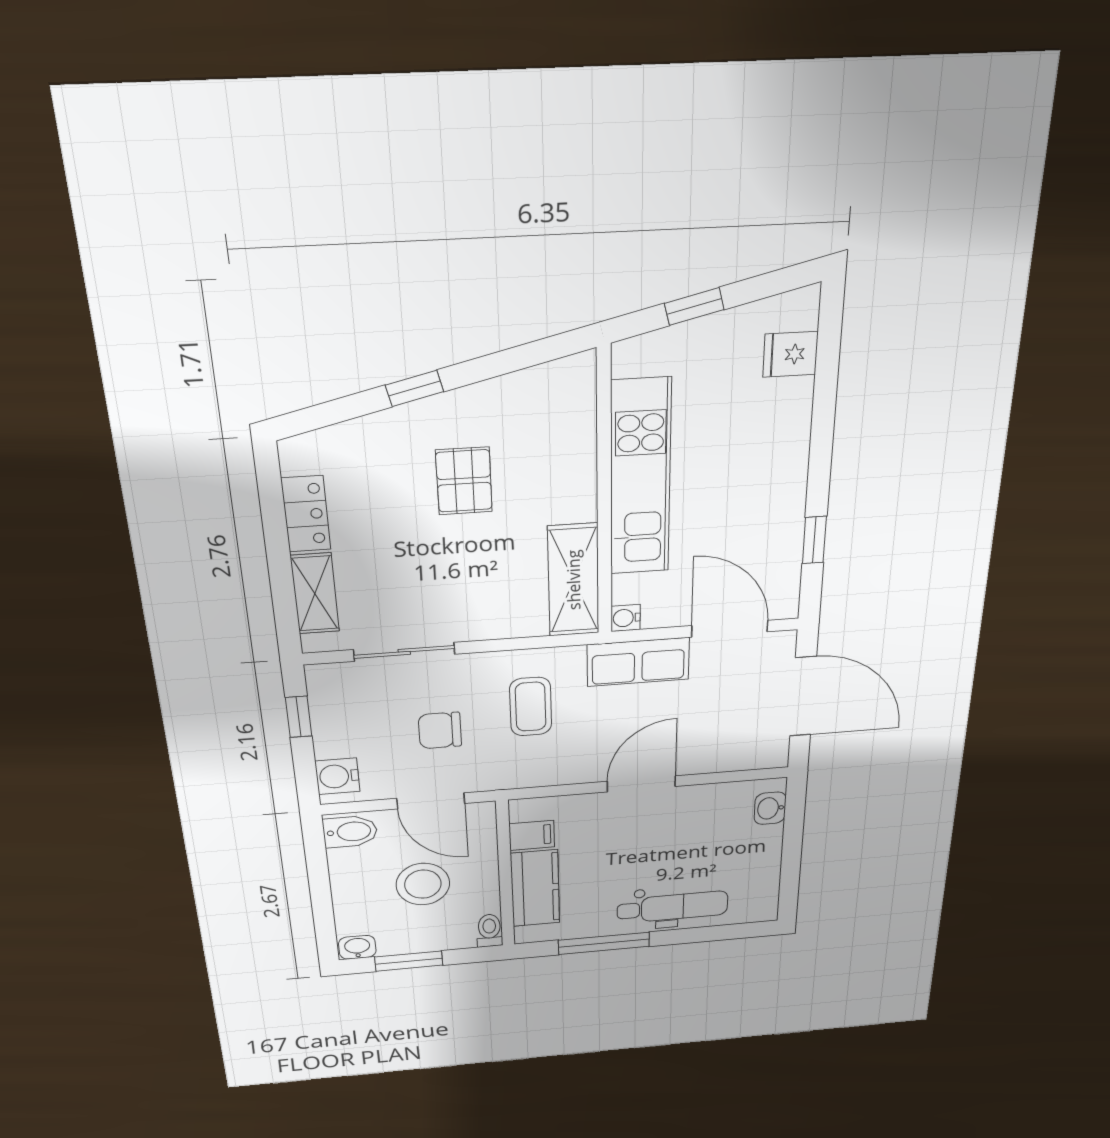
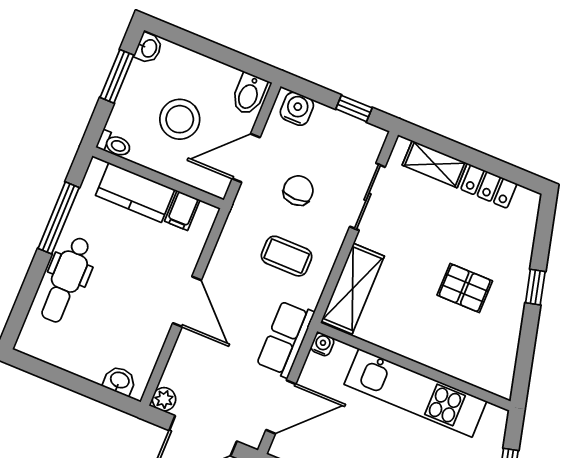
shelving: (573, 580) -> (353, 289), moved, turned 90
plant: (774, 755) -> (164, 399), added

